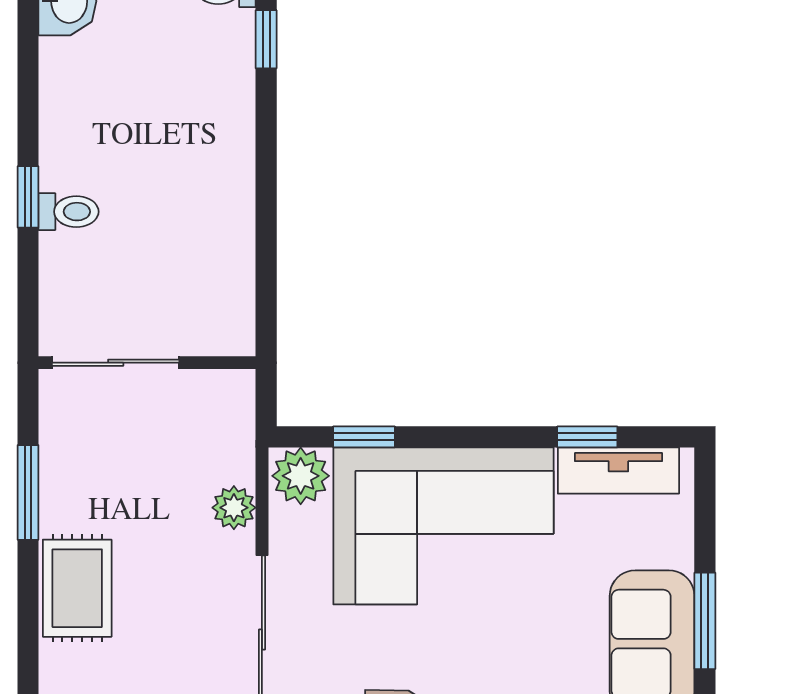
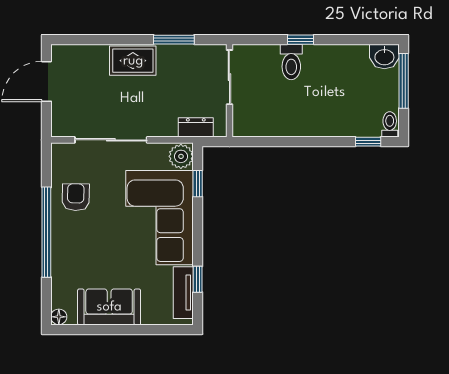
toilet: (69, 212) -> (291, 62), width x1.37, depth x1.39
dresser: (233, 441) -> (196, 127), added
plant: (234, 508) -> (167, 128), removed
window: (705, 621) -> (119, 330), removed

